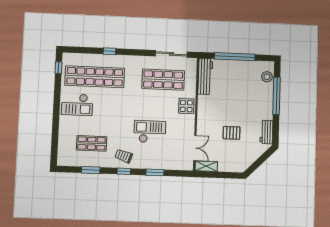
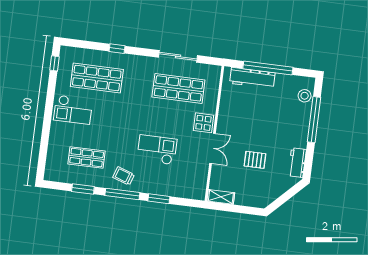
sliding door: (171, 54) -> (178, 56), moved
workbench: (205, 76) -> (252, 78), moved, turned 90
shop shelf: (95, 77) -> (97, 78), width x0.71
double door: (195, 148) -> (212, 148), moved
window: (124, 171) -> (122, 194), width x2.17

